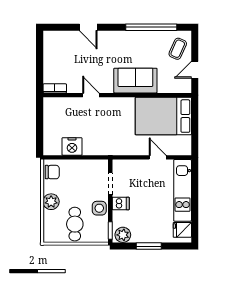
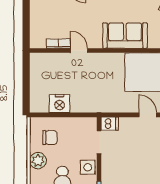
bookcase: (55, 88) -> (58, 44), moved
chair: (52, 172) -> (50, 138), moved
dishwasher: (121, 204) -> (110, 124), moved

